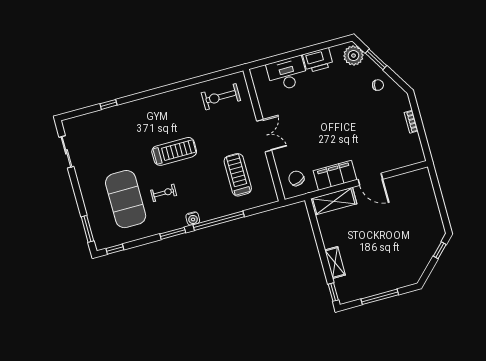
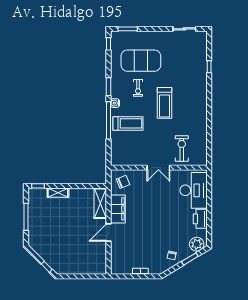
desk: (287, 74) -> (194, 190), width x1.36, depth x1.30
exercise bike: (221, 97) -> (182, 149), moved
treadmill: (238, 175) -> (128, 123), moved

